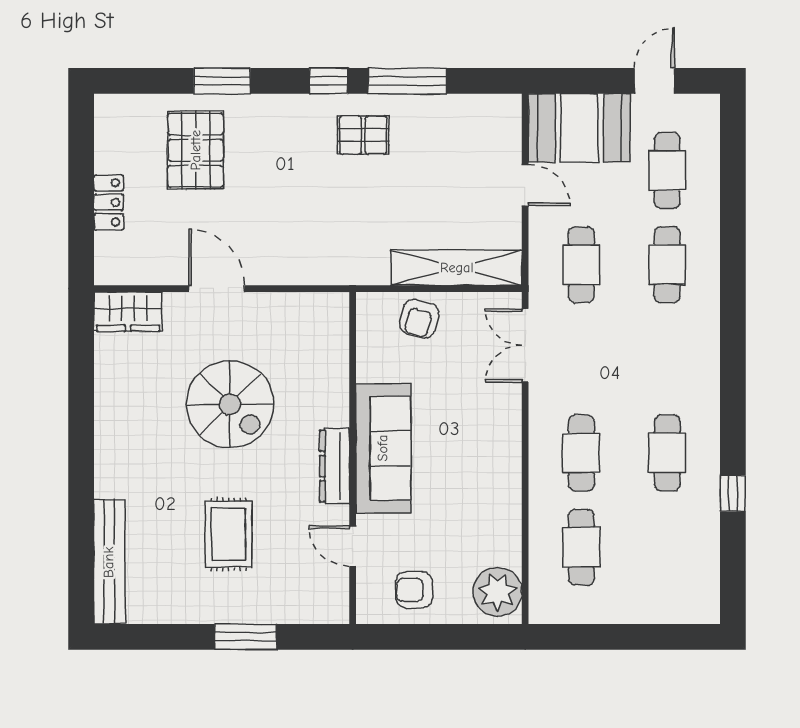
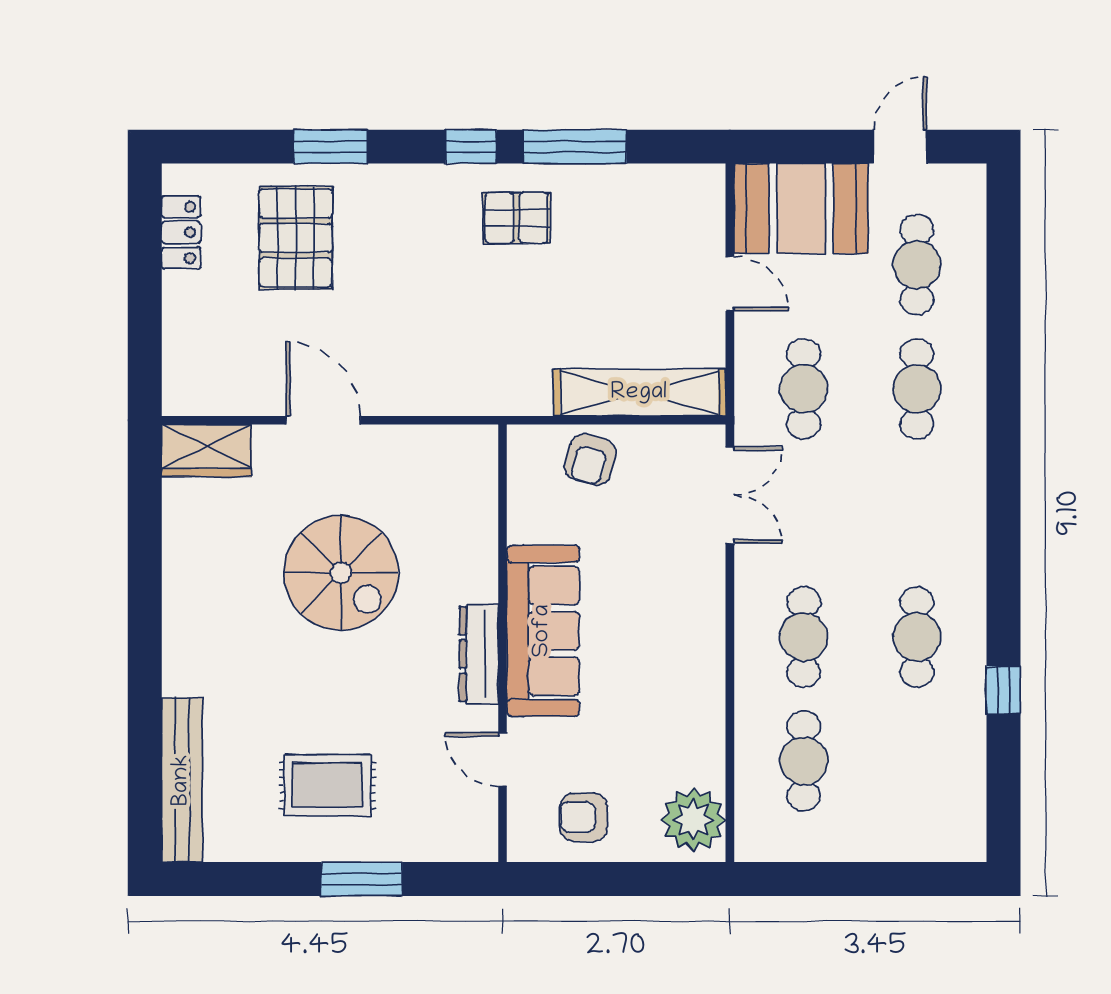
locker: (109, 202) -> (181, 232), moved
double door: (525, 345) -> (730, 495), swing flipped
rug: (228, 534) -> (328, 785), moved, turned 90

